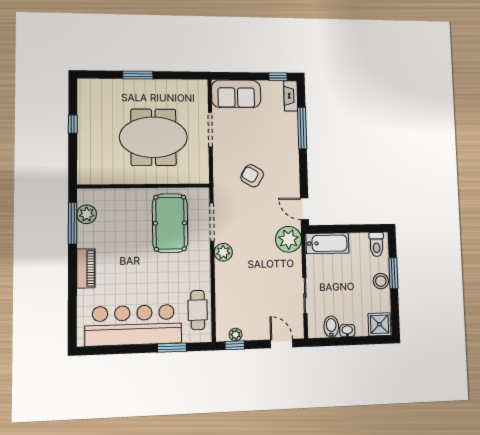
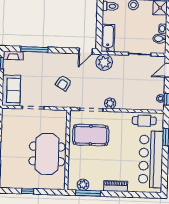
meeting table: (153, 137) -> (47, 154), moved

